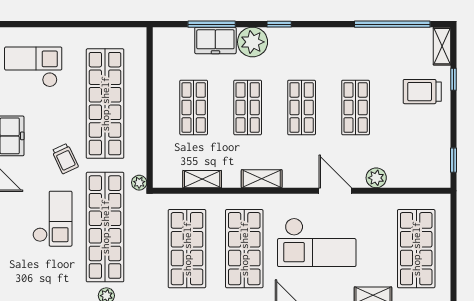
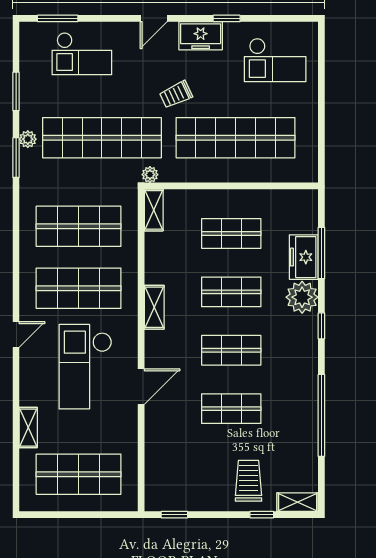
window: (392, 24) -> (321, 415), moved
checkout: (33, 67) -> (275, 60), turned 90
plant: (376, 178) -> (155, 431), removed
shelving: (202, 179) -> (154, 210), moved
checkout: (52, 219) -> (82, 54), moved

